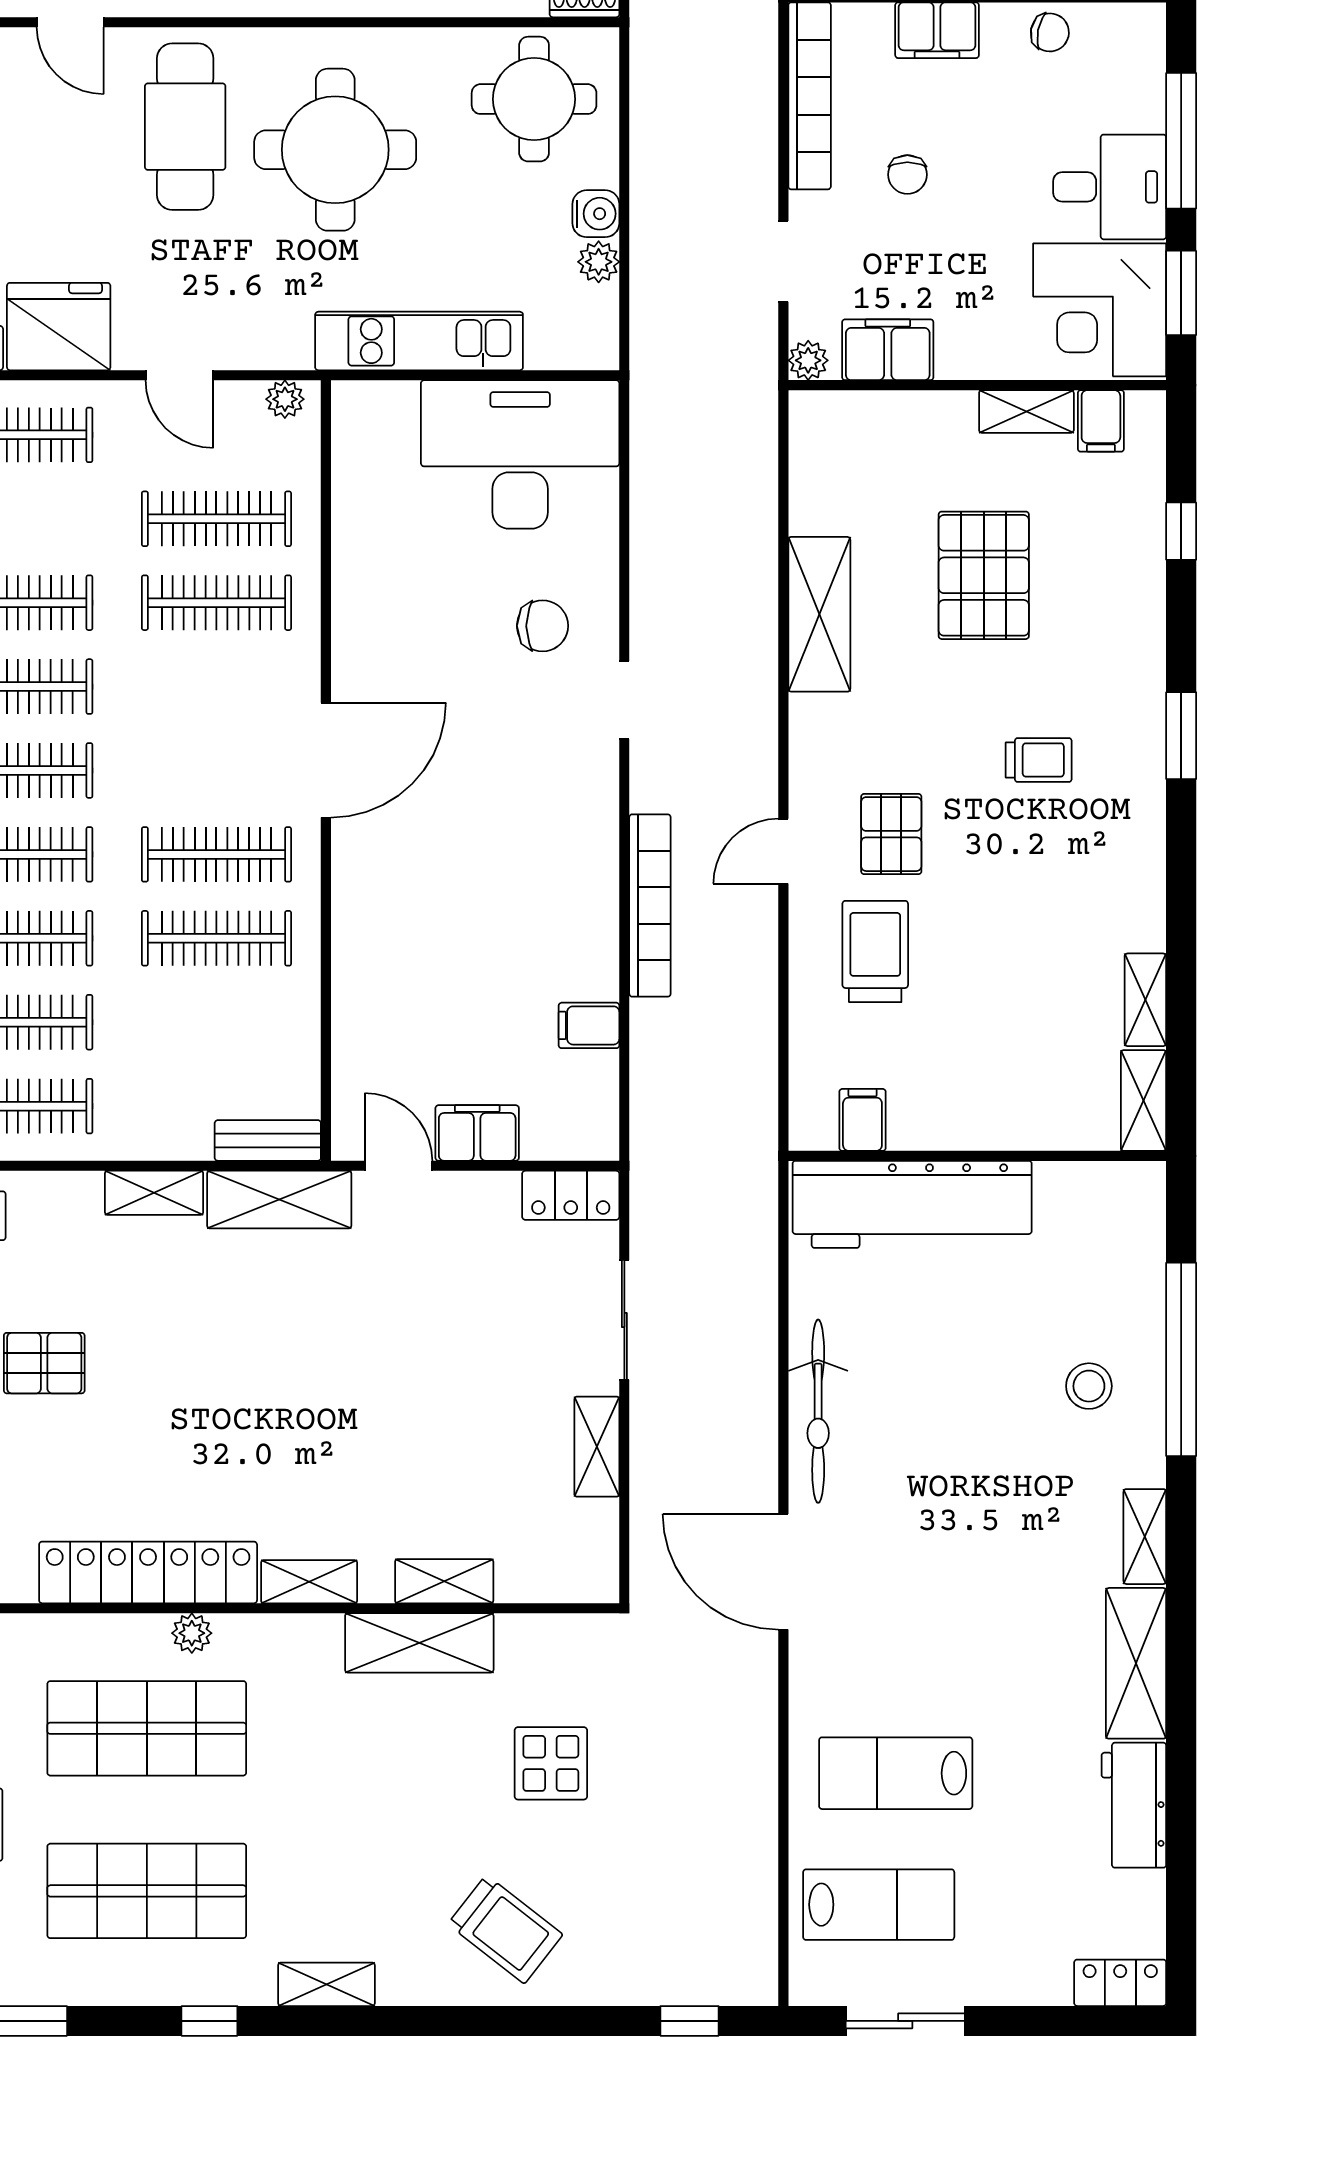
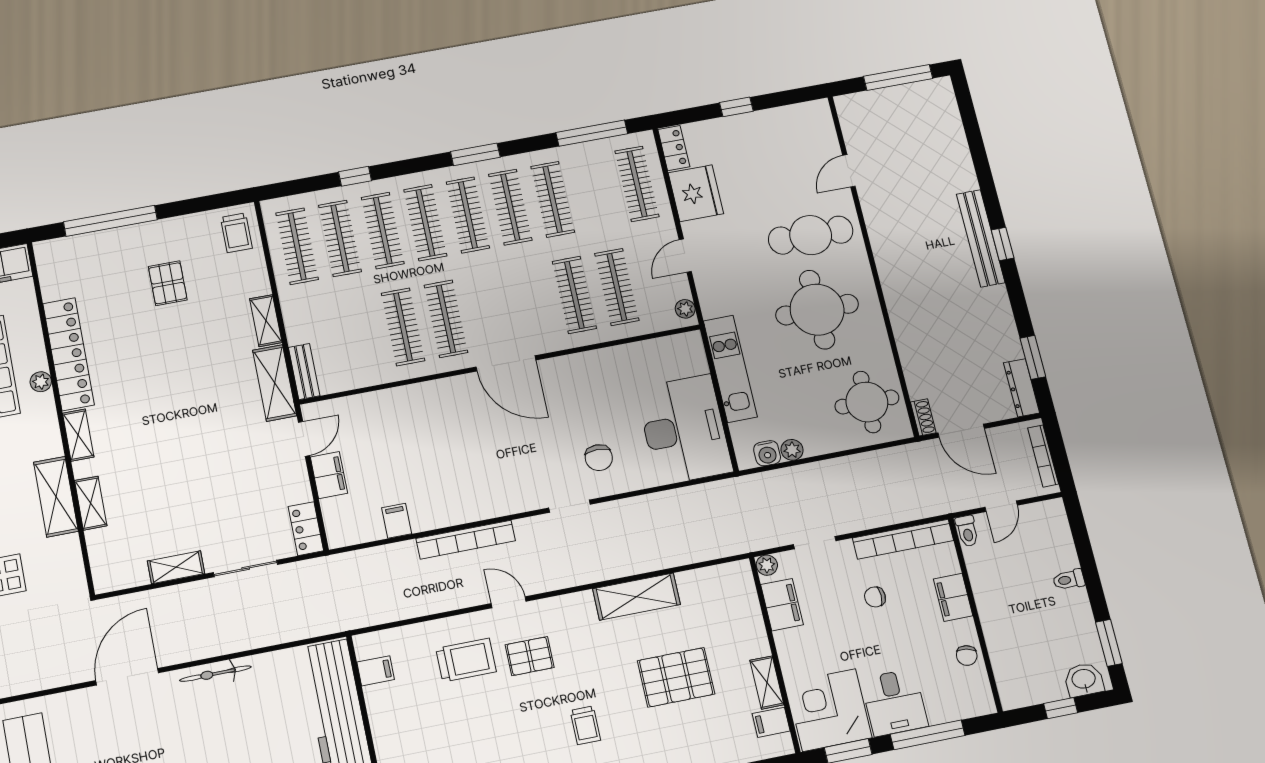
water cooler: (596, 214) -> (767, 453), moved
bicycle: (818, 1411) -> (215, 674), width x0.73, depth x0.71

